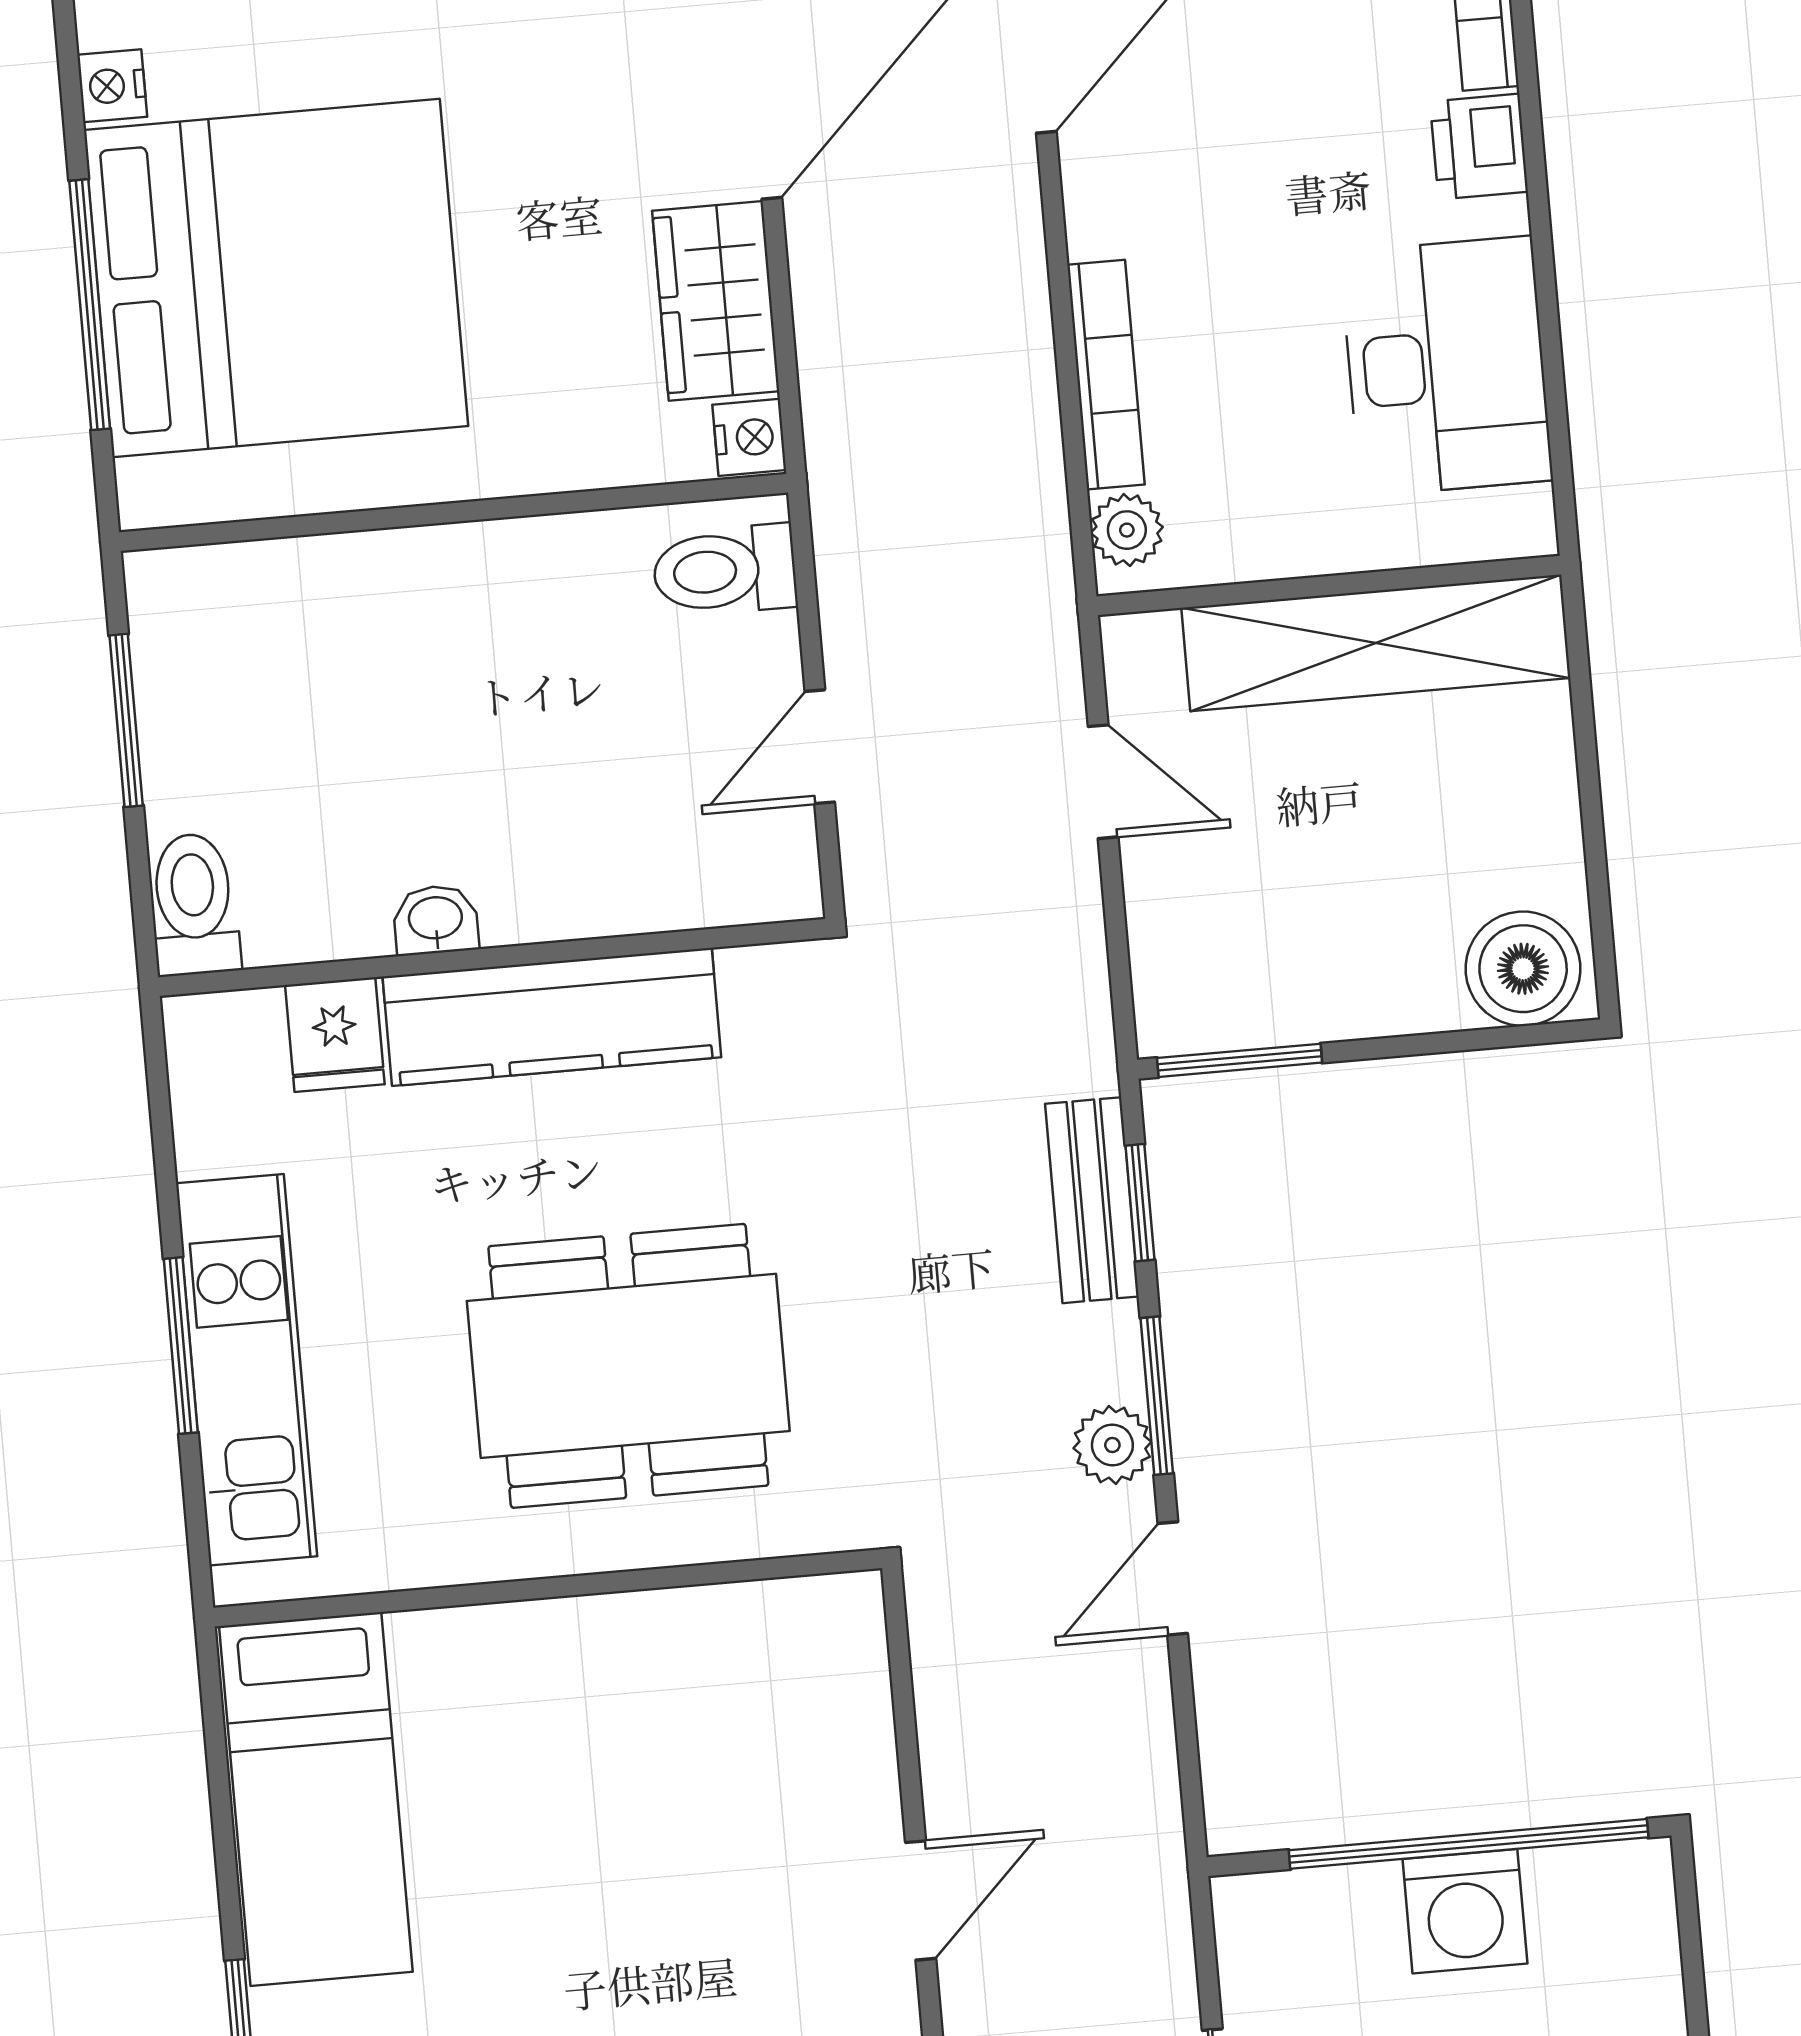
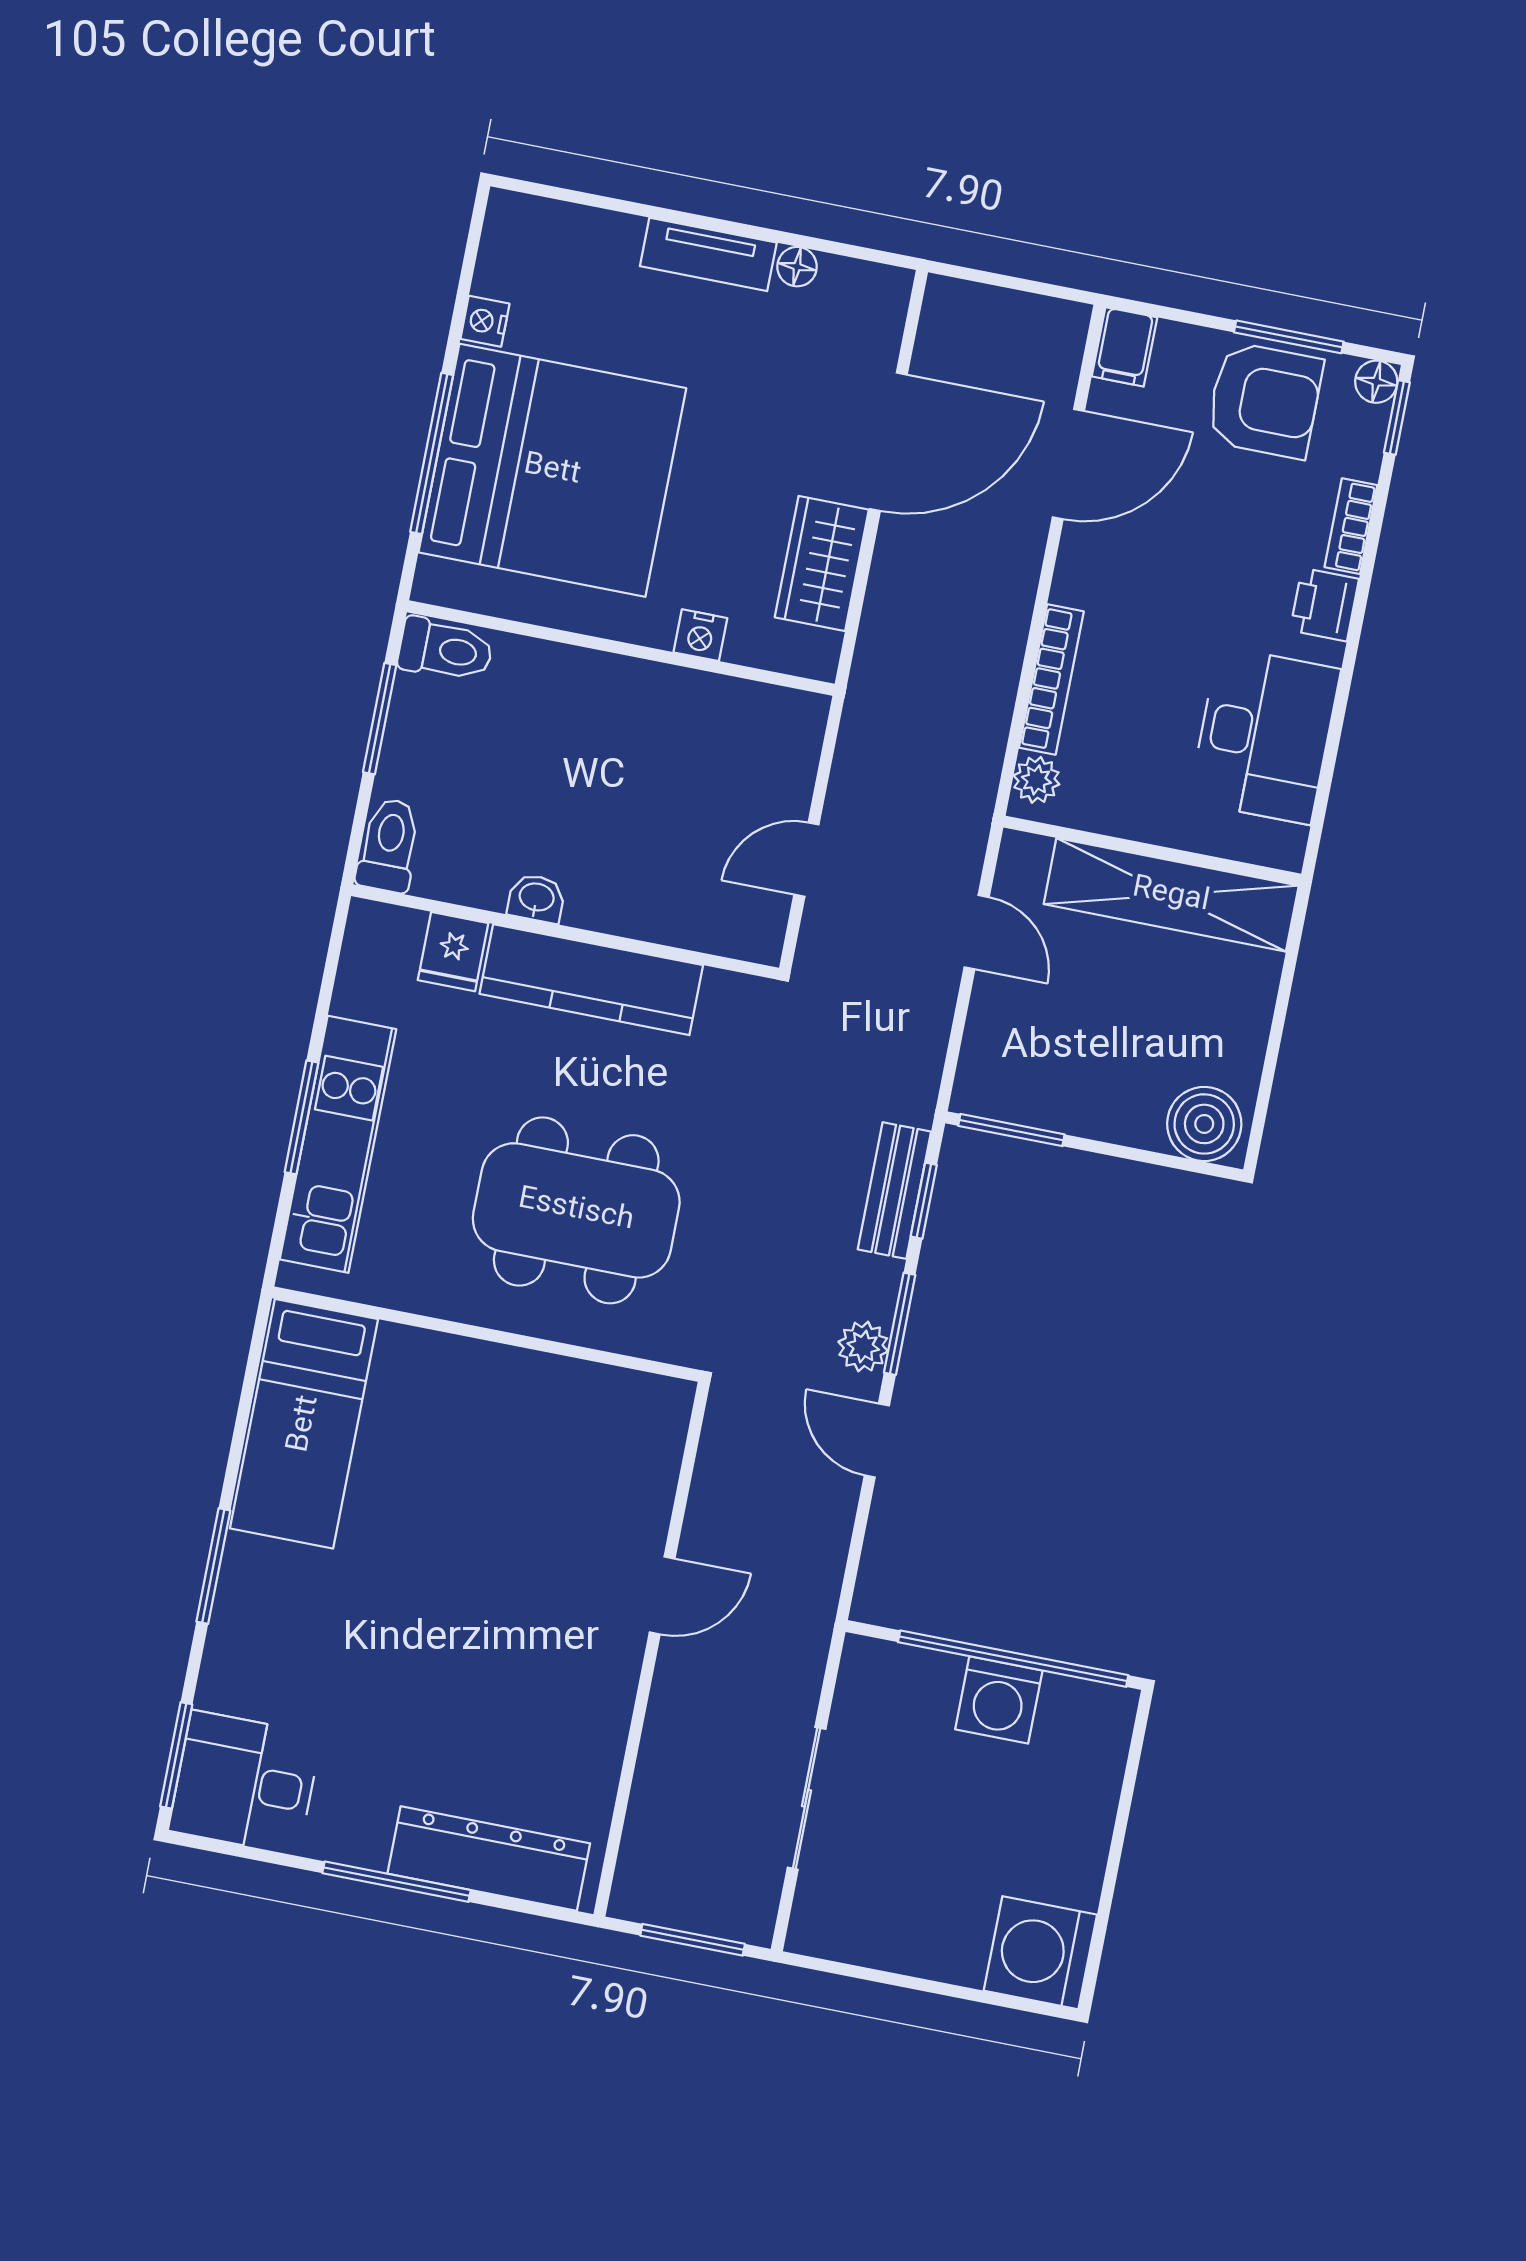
nightstand: (749, 437) -> (700, 635), moved, turned 90
toilet: (725, 570) -> (446, 650), moved, turned 180
door: (1173, 1578) -> (877, 1440), hinge flipped

